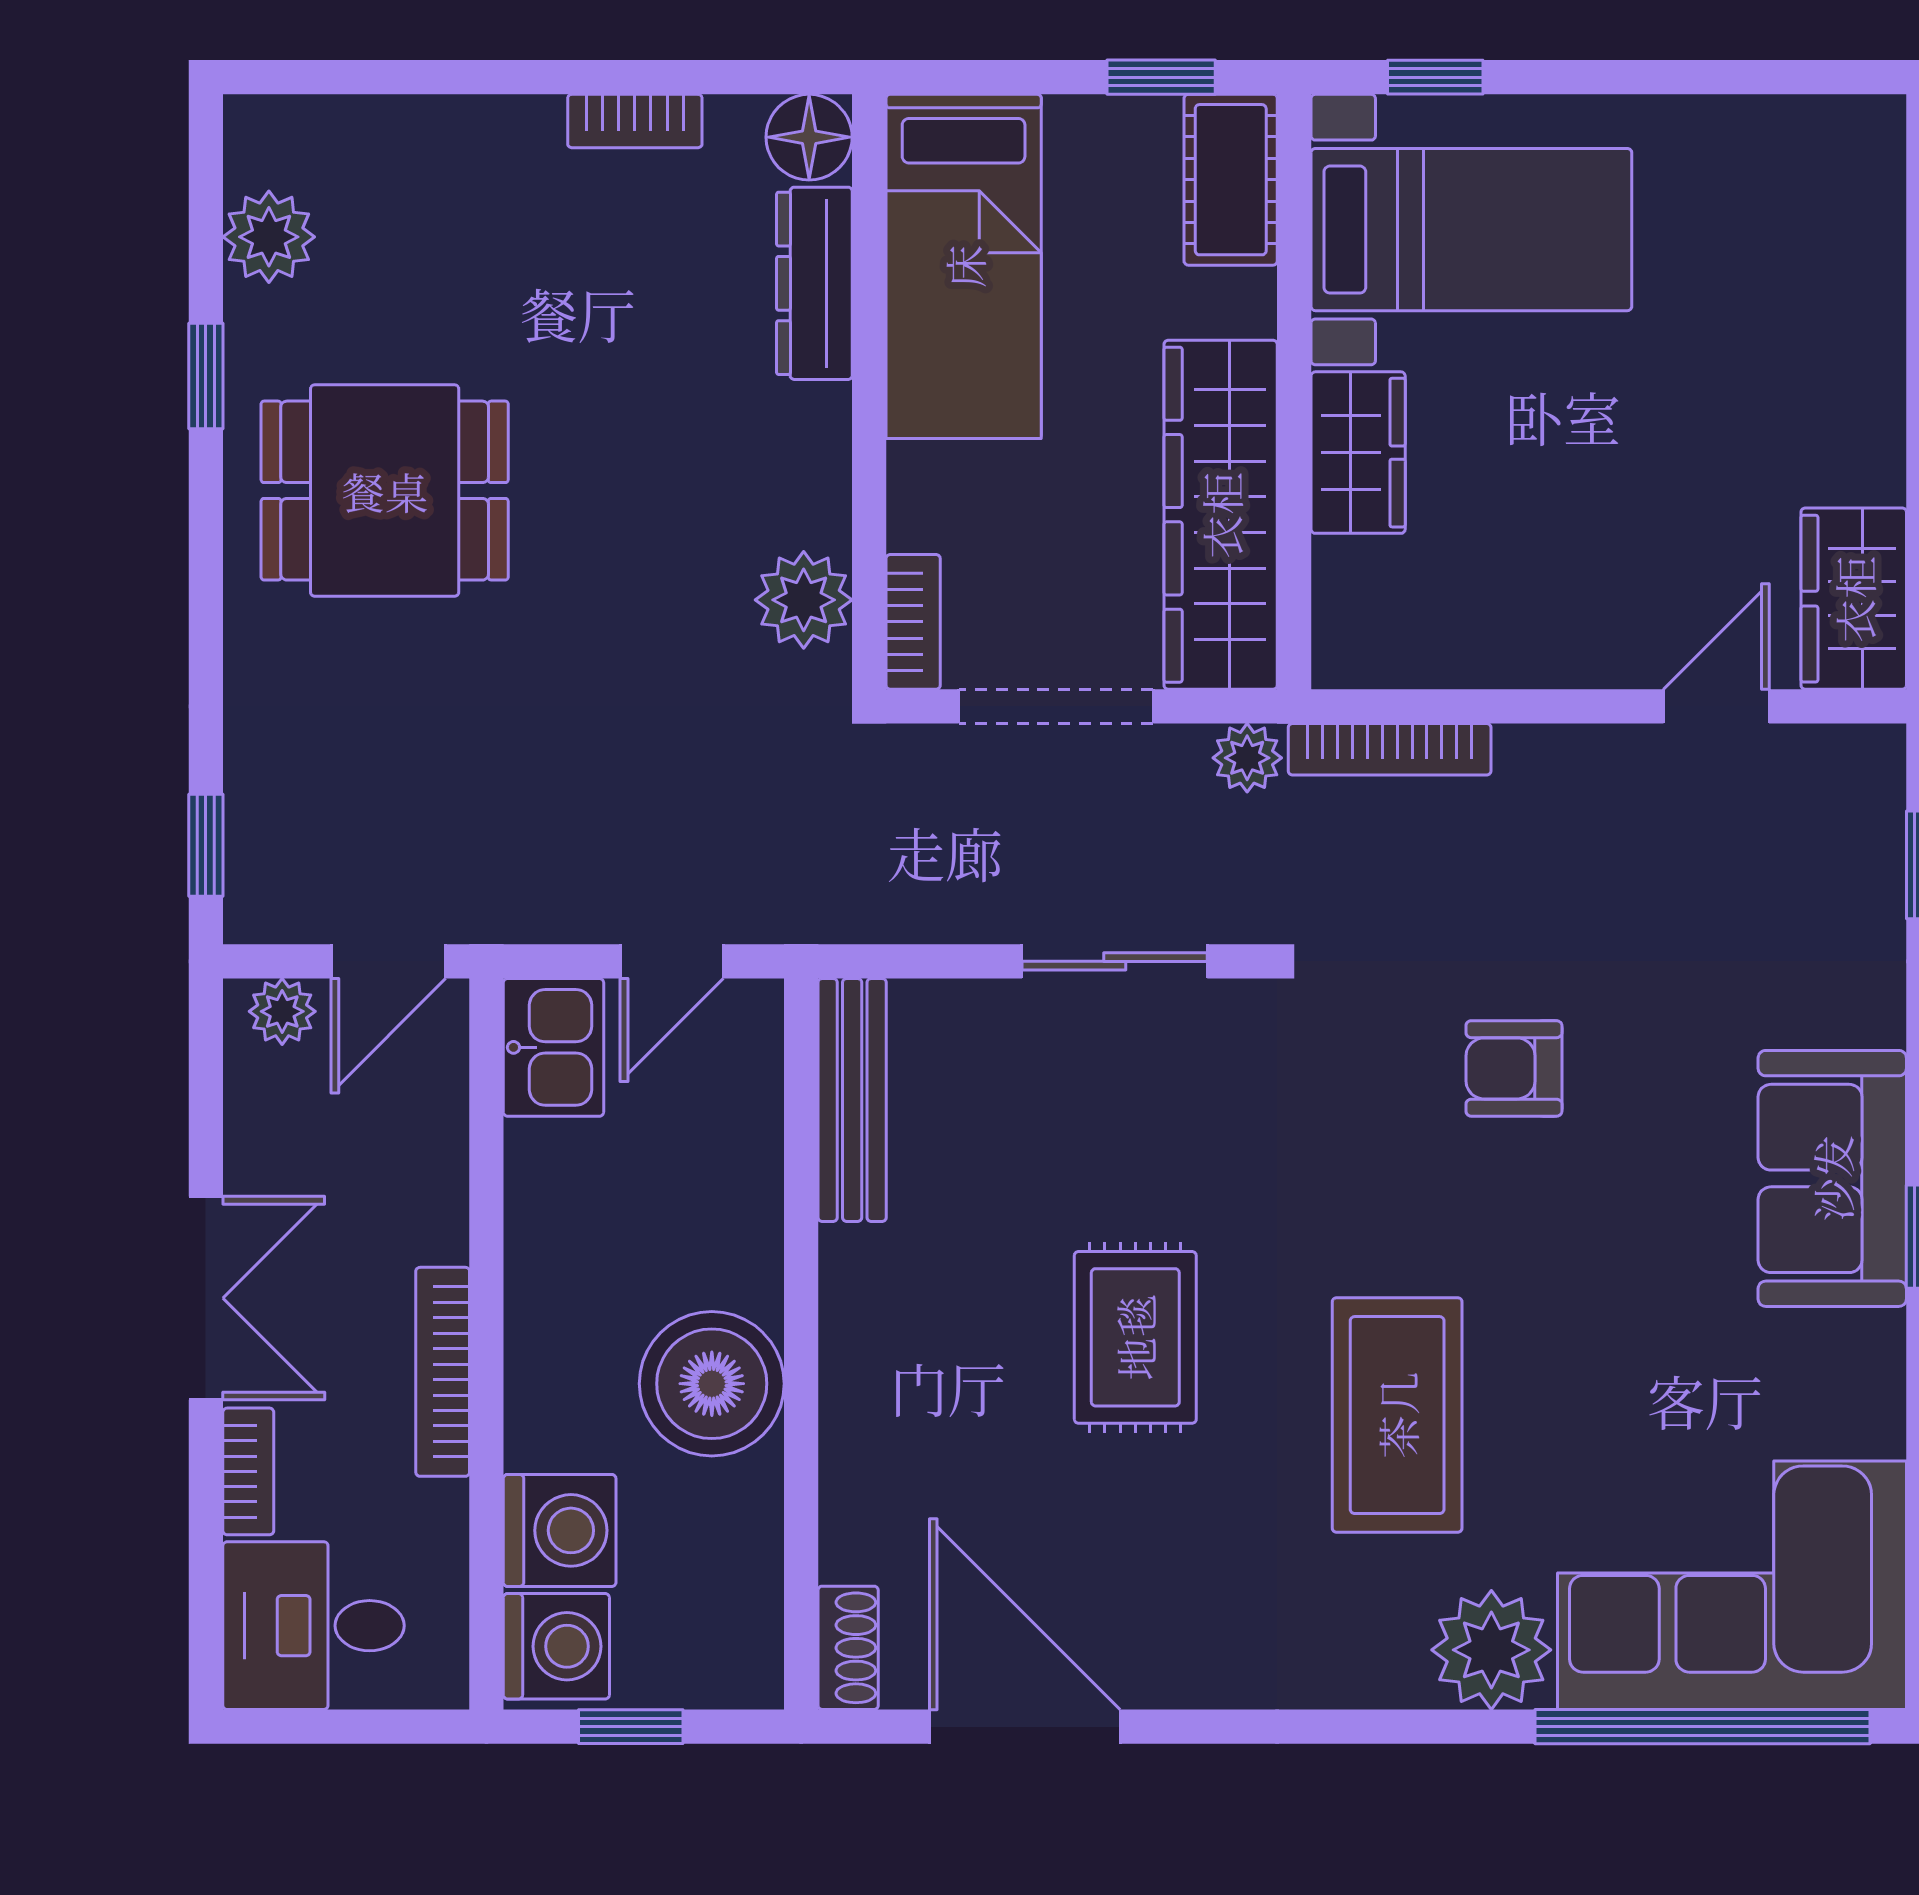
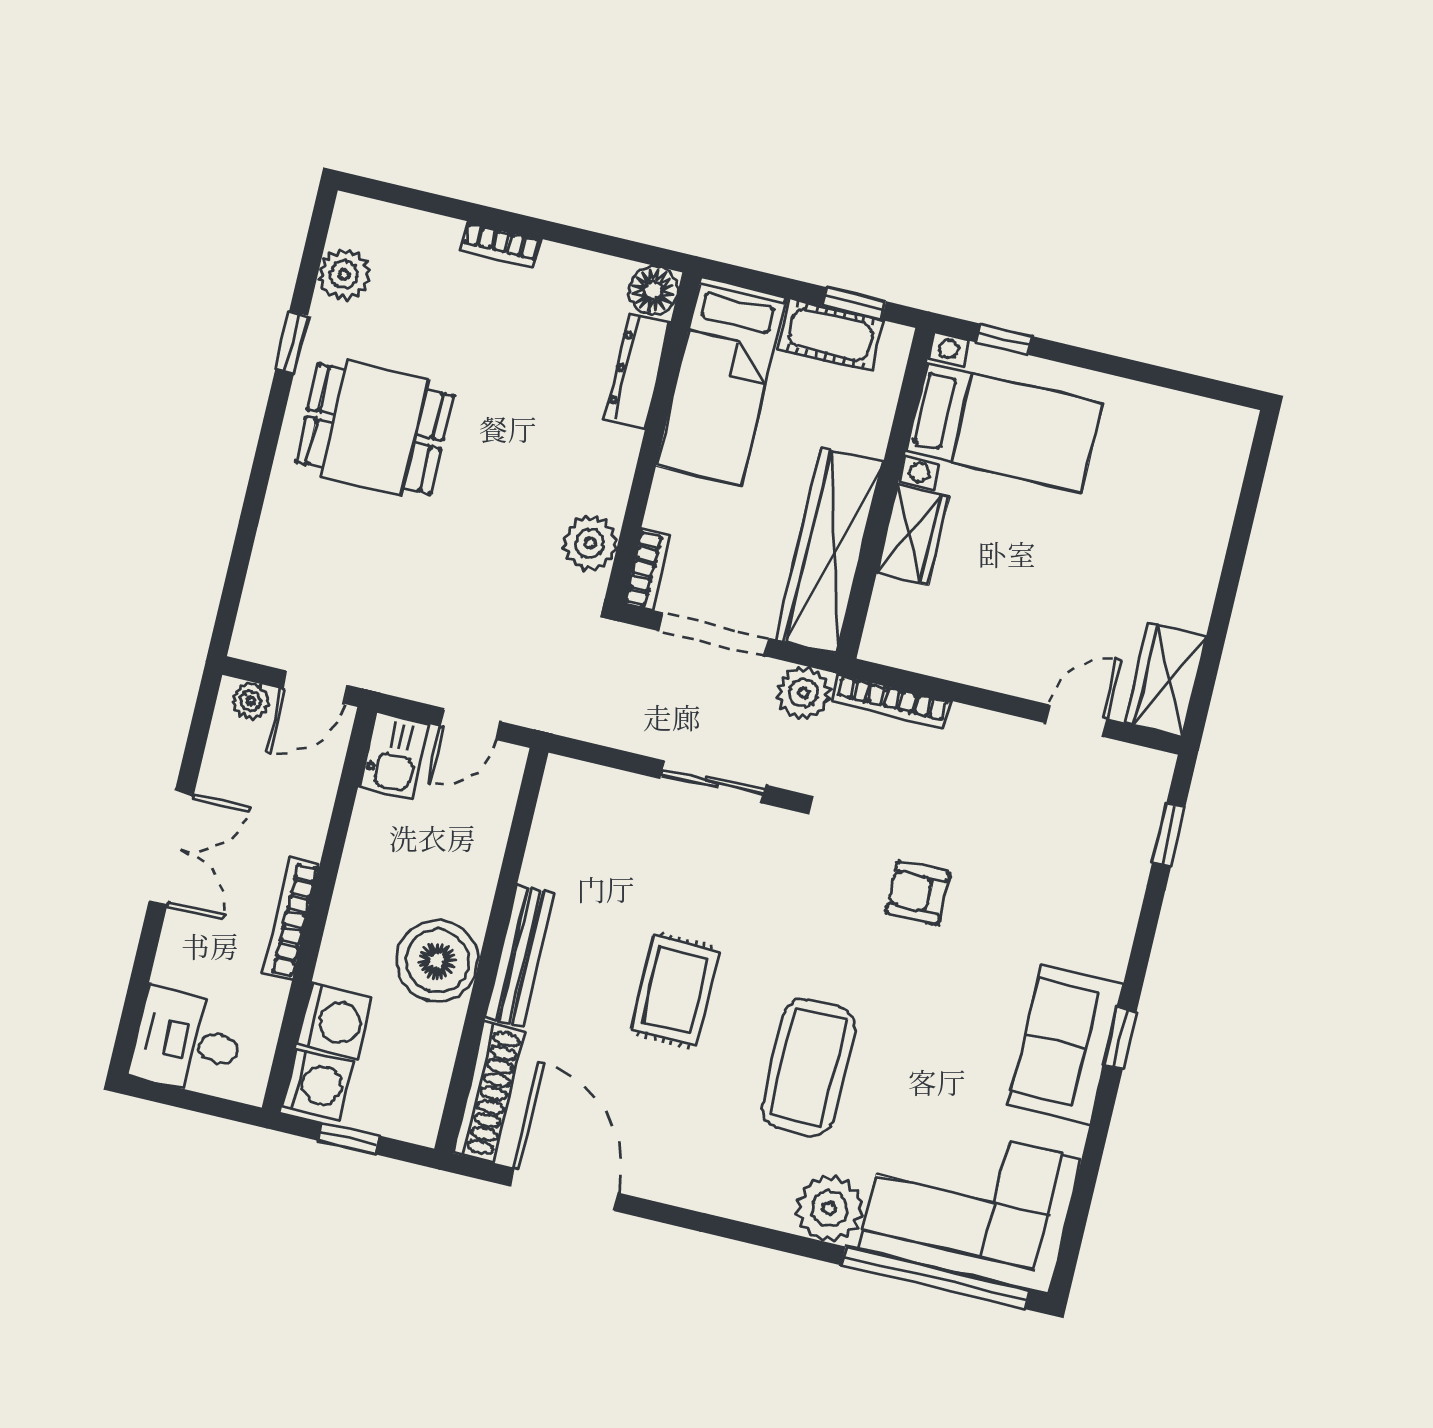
bookcase: (635, 121) -> (501, 245), moved
cot: (1231, 180) -> (830, 335), moved, turned 90
plant: (1247, 758) -> (803, 693), width x1.38, depth x1.38
window: (206, 845) -> (230, 600), removed
bench: (852, 1100) -> (520, 956), moved
sofa: (1832, 1178) -> (1066, 1044), moved
bookcase: (248, 1471) -> (172, 948), removed
shoe rack: (848, 1648) -> (489, 1092), width x1.94, depth x1.24

